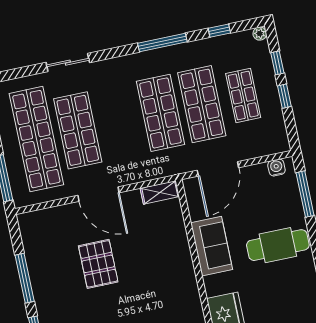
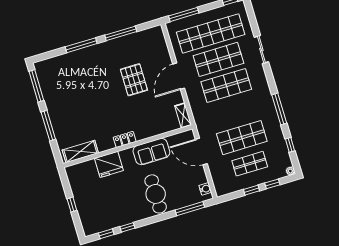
shop shelf: (160, 113) -> (226, 86), moved
pallet: (98, 264) -> (134, 80), turned 90
locker: (190, 286) -> (125, 140), added

